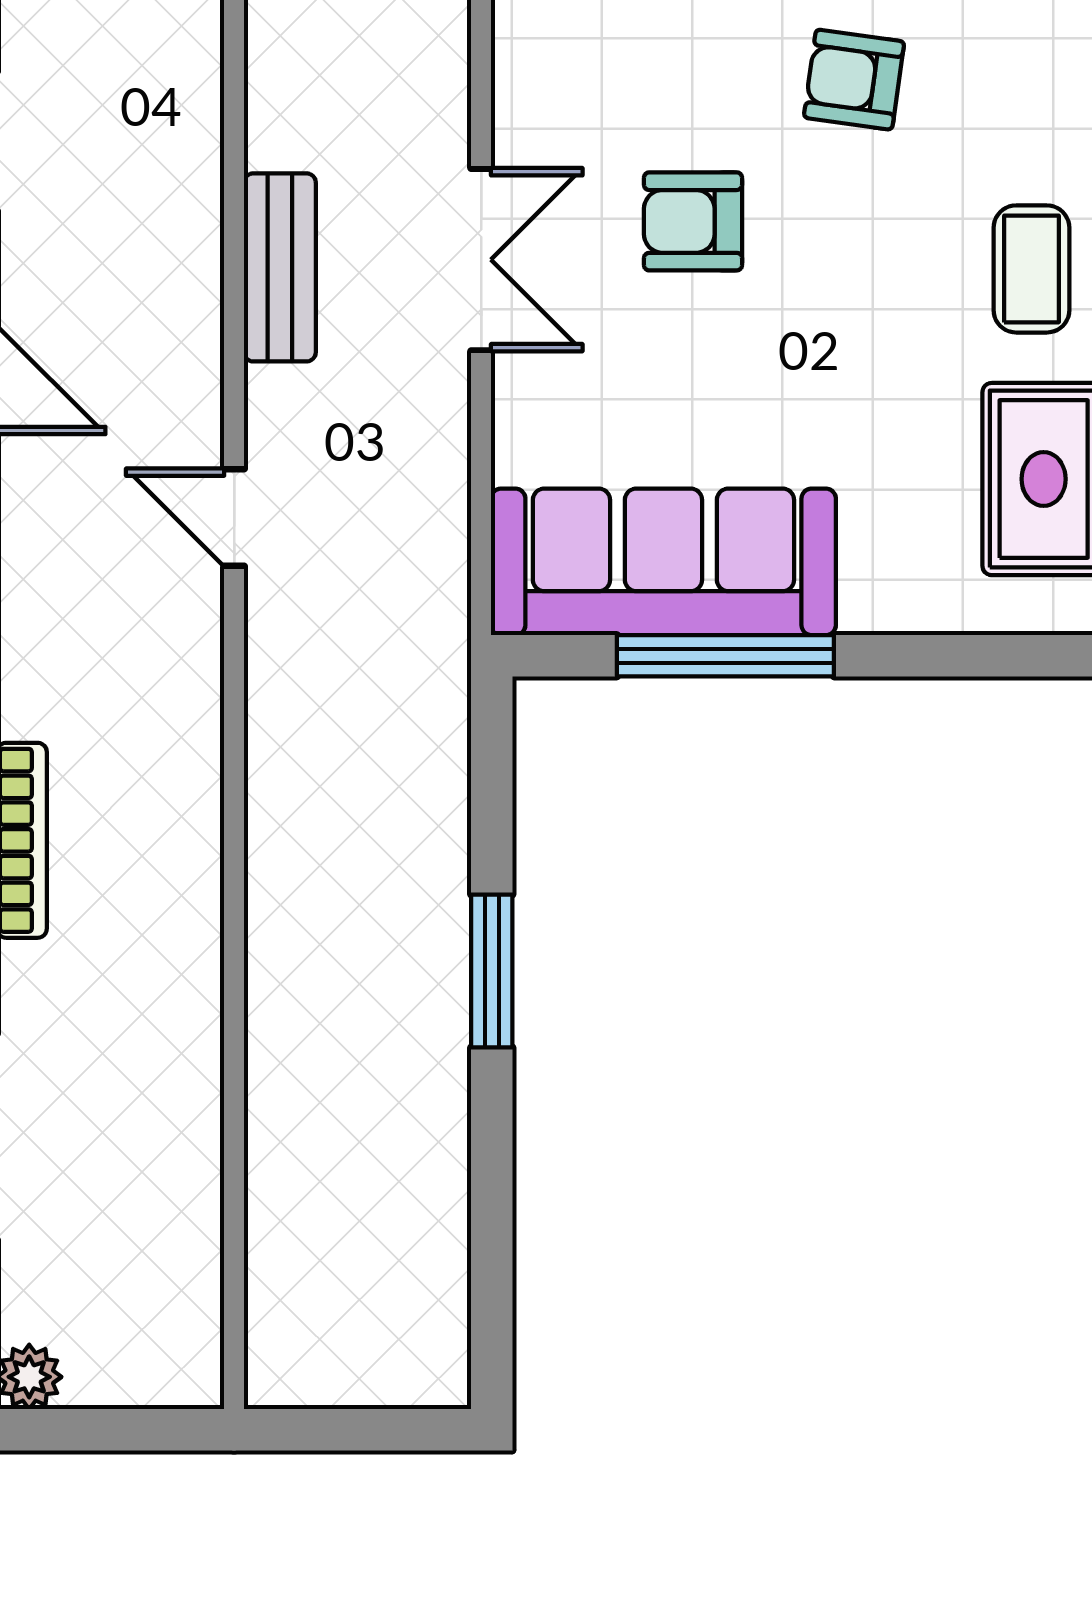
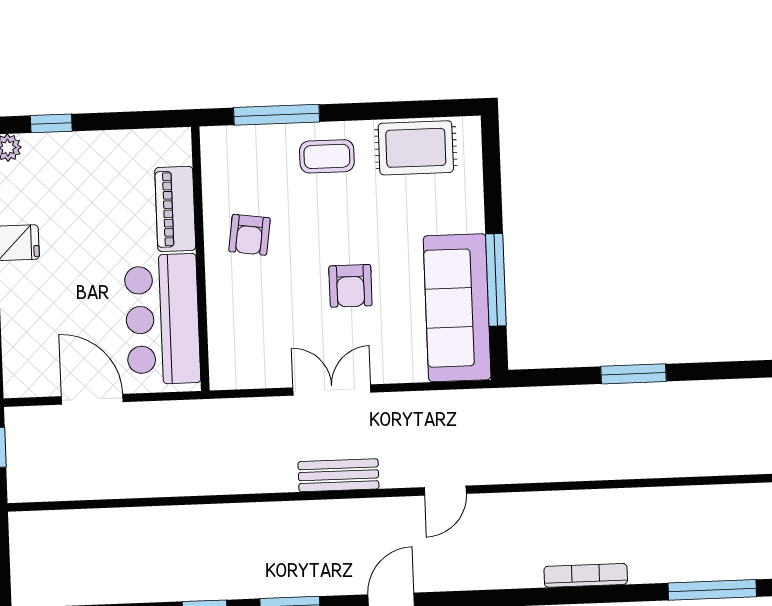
armchair: (693, 221) -> (350, 286), moved

